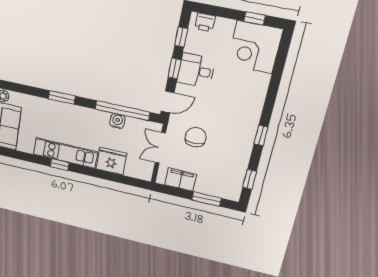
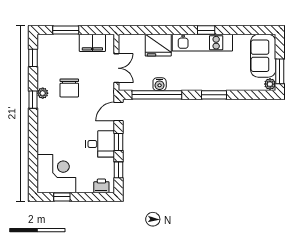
chair: (196, 137) -> (69, 88), moved
plant: (248, 140) -> (43, 93), added

